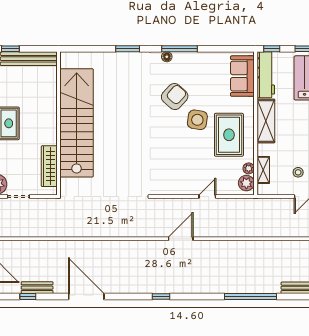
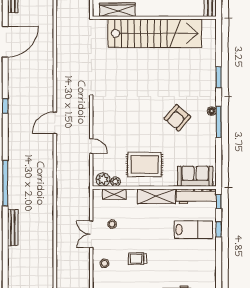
armchair: (175, 97) -> (177, 118), turned 89
side table: (197, 120) -> (157, 137), removed
door: (181, 239) -> (55, 123), swing flipped

